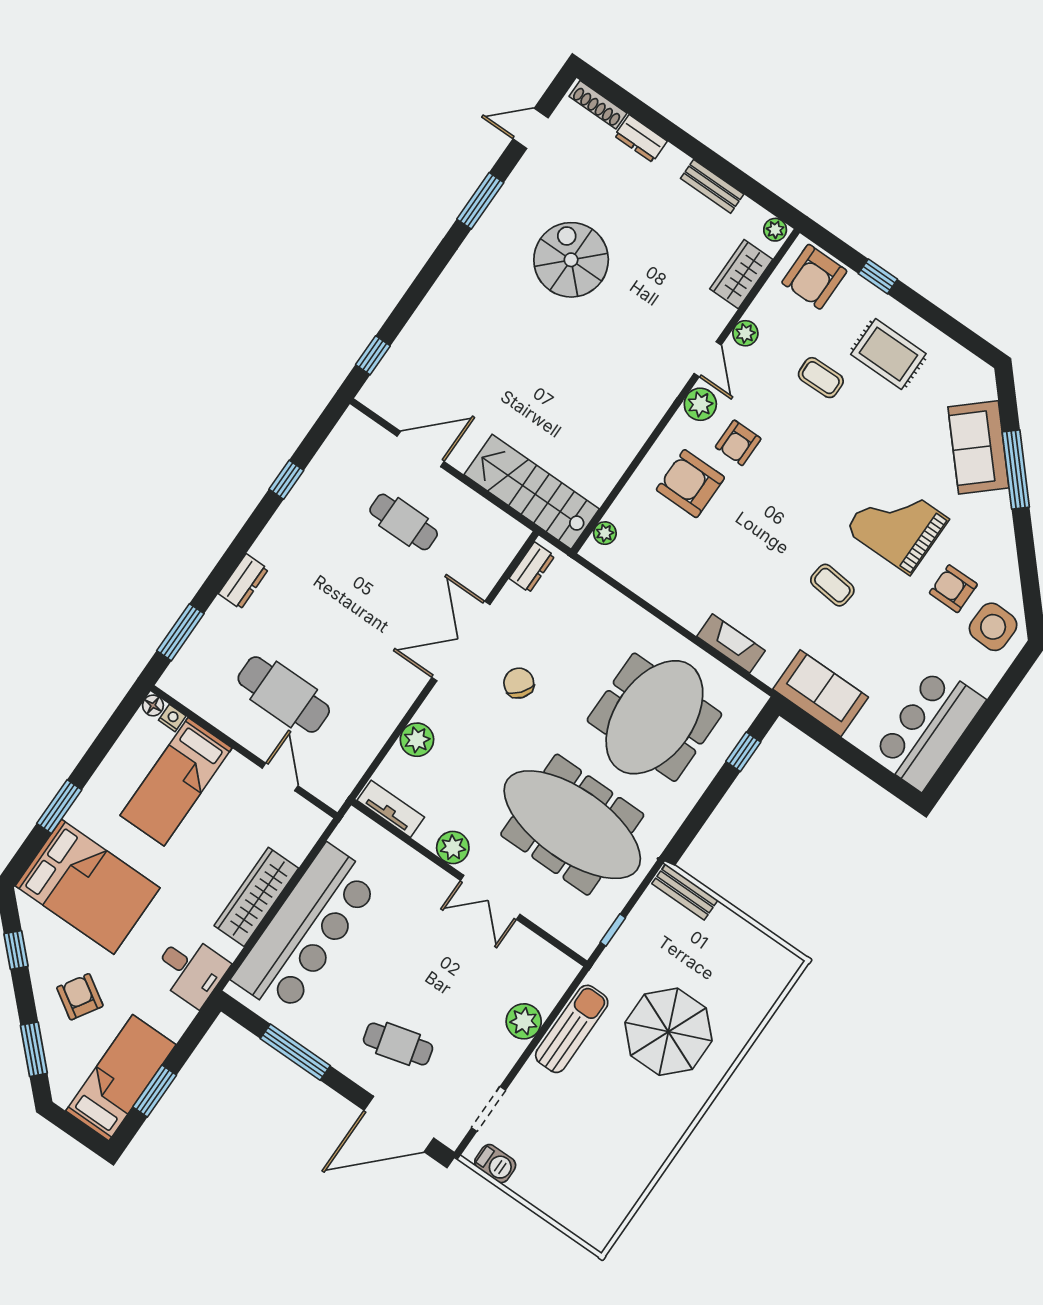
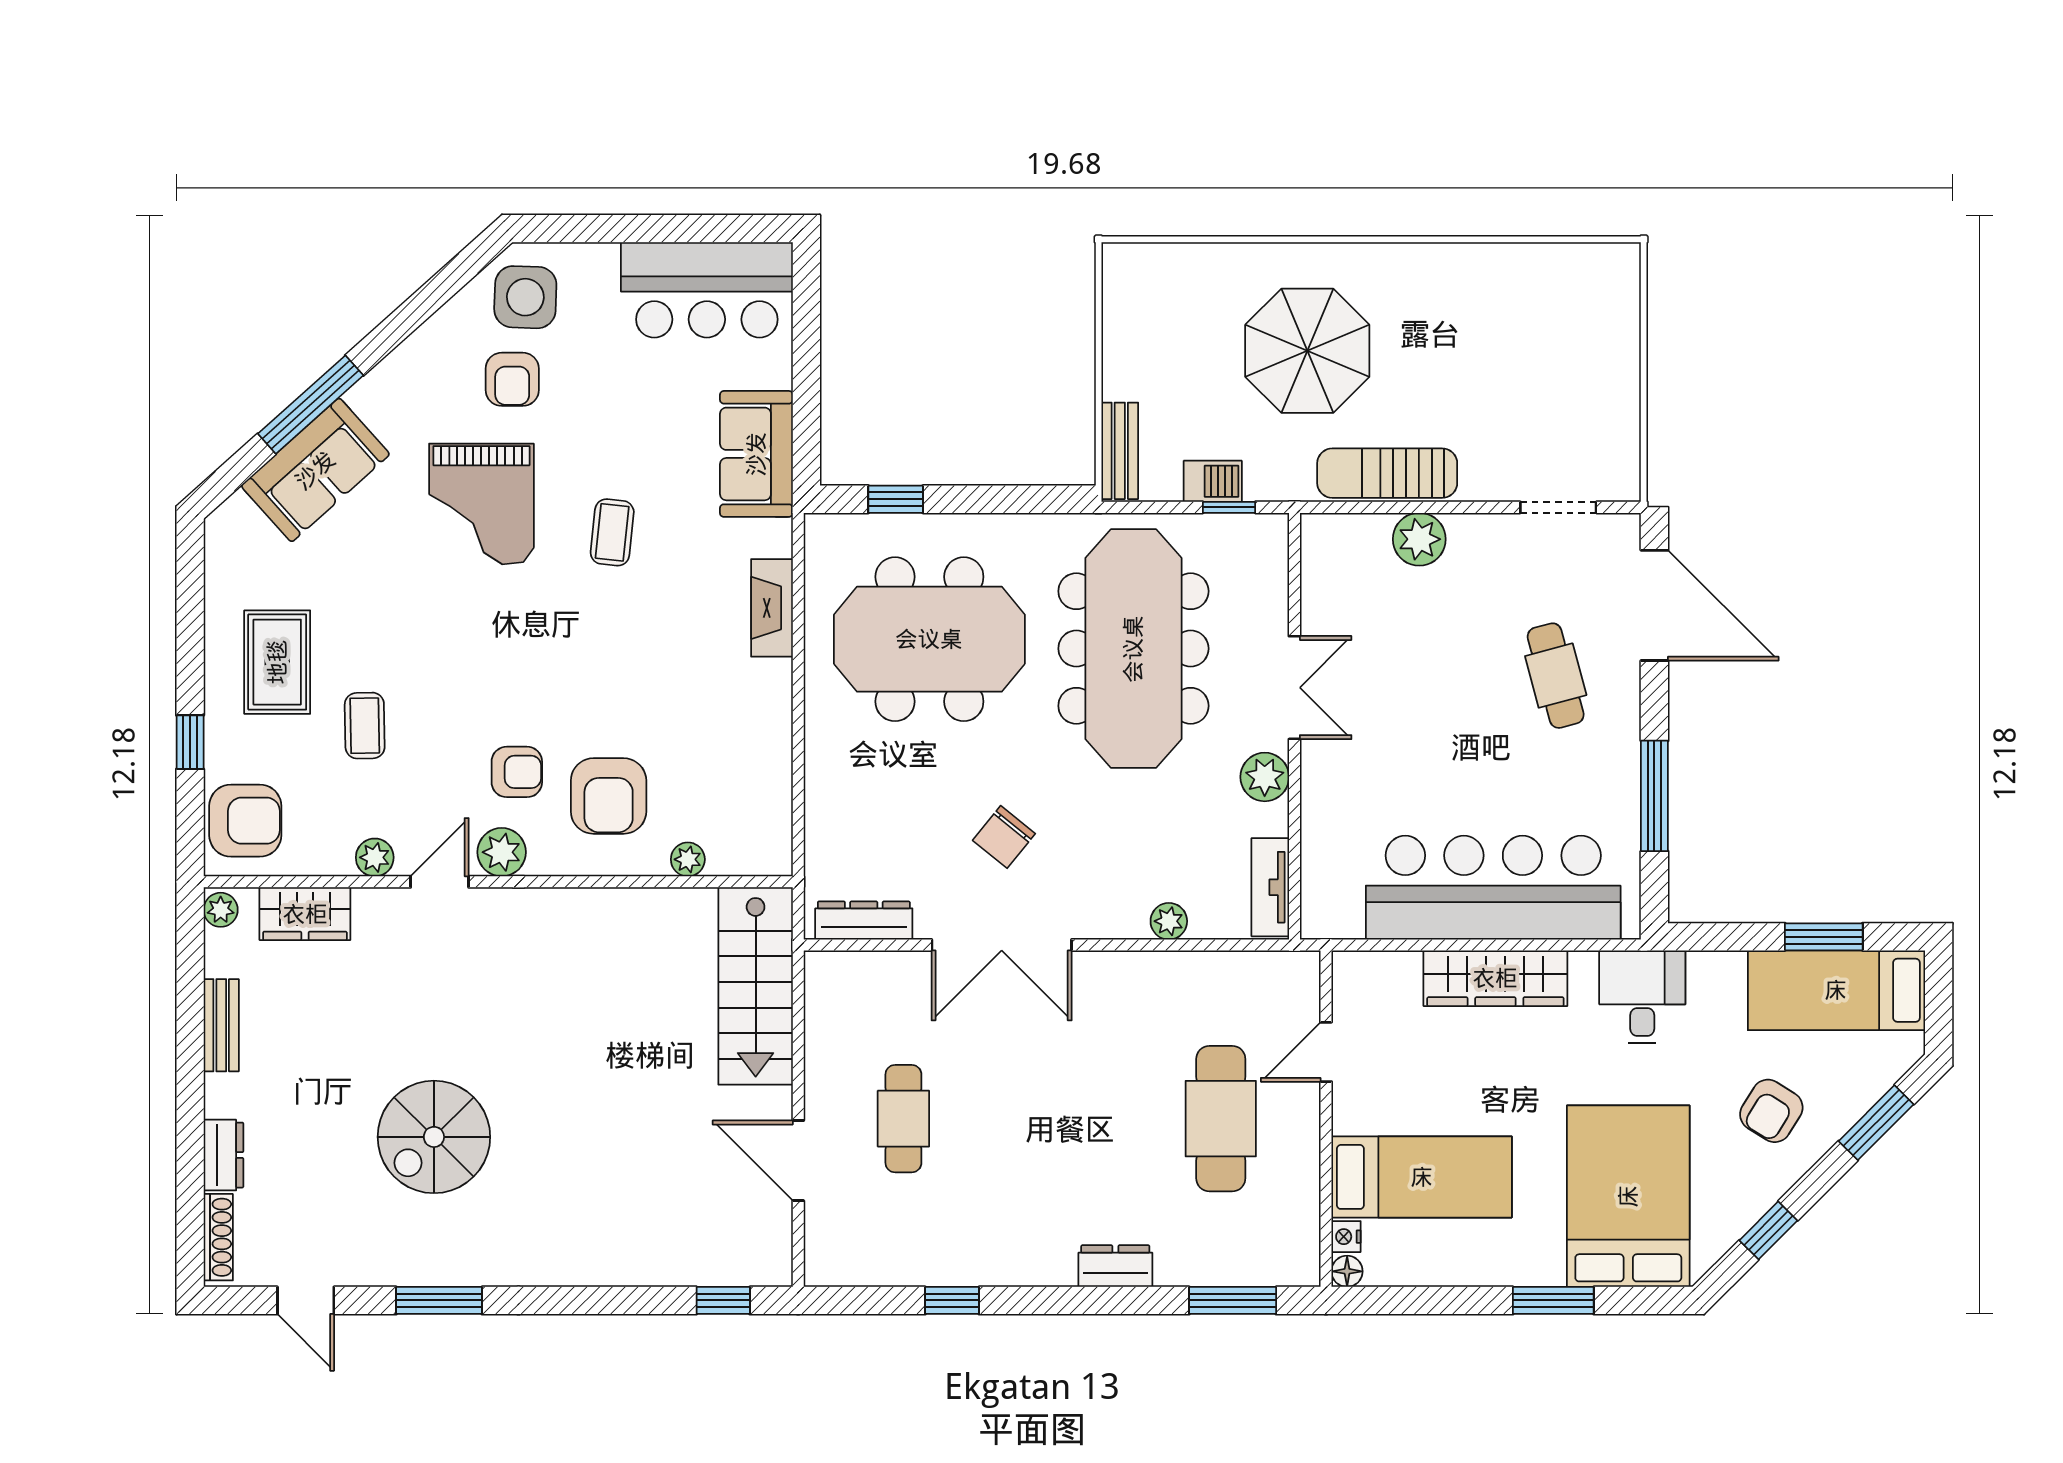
plant: (605, 533) -> (688, 859), moved
dresser: (532, 567) -> (864, 921), width x1.44
plant: (417, 740) -> (1169, 921), width x0.73, depth x0.73
barbecue: (495, 1164) -> (1213, 481), moved, turned 90

